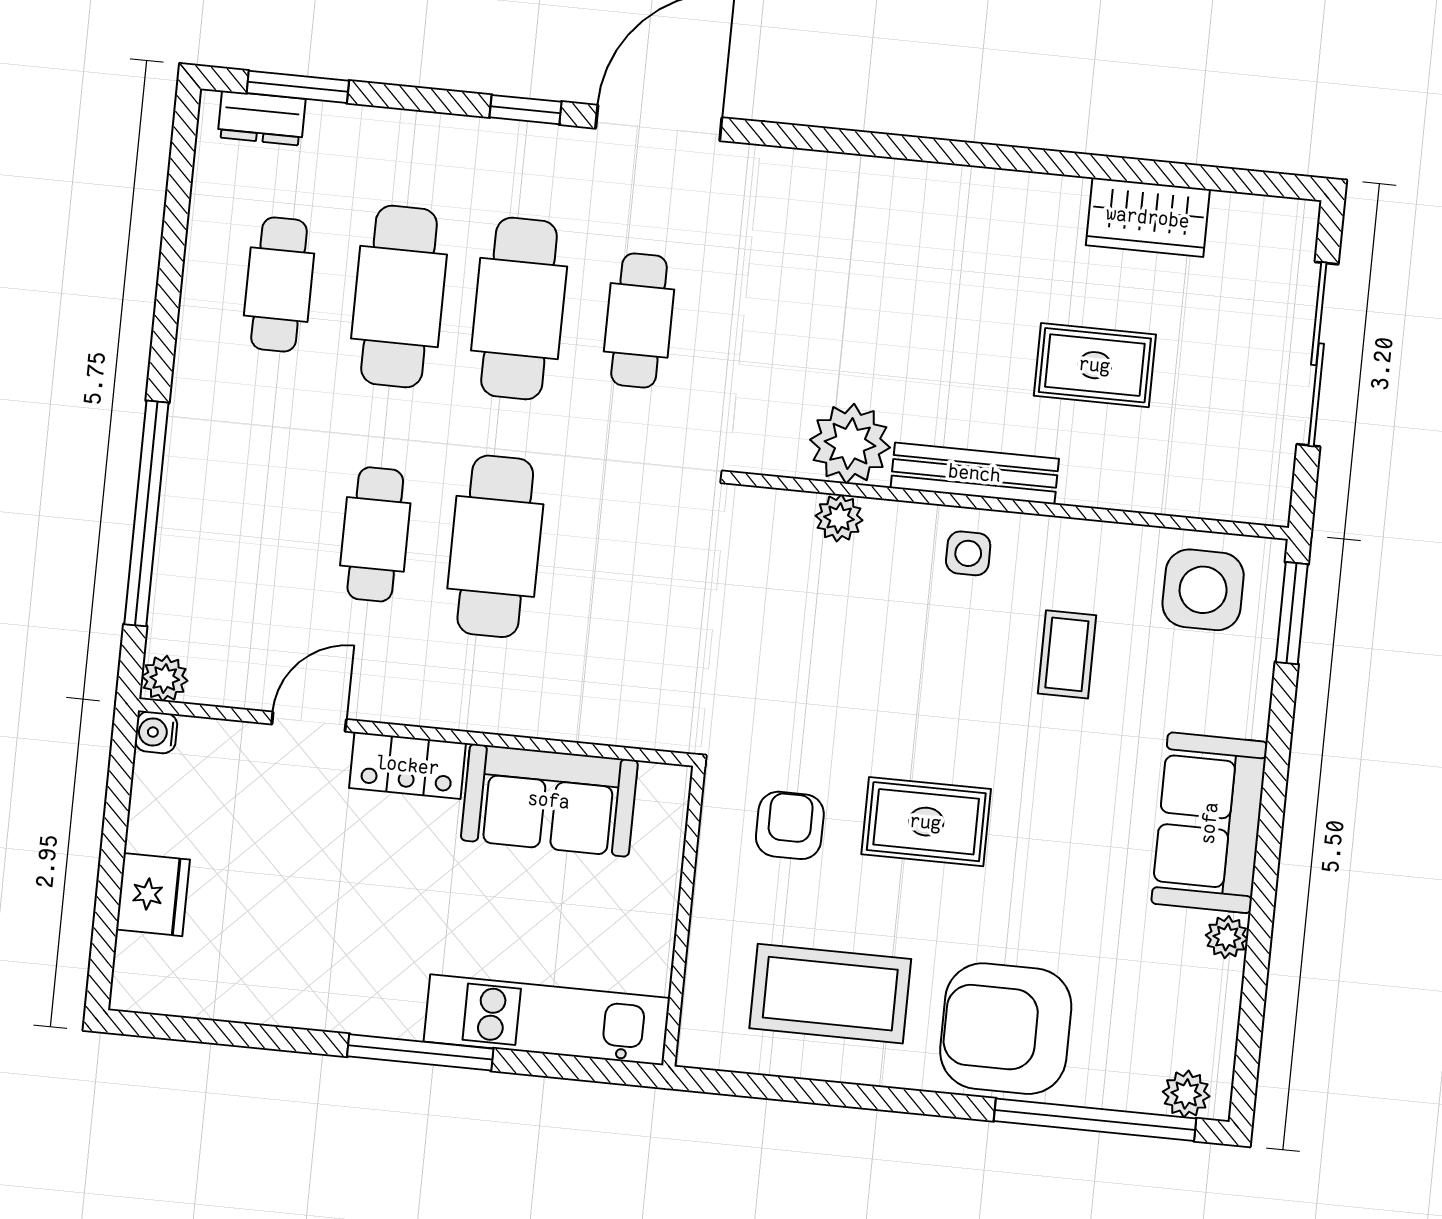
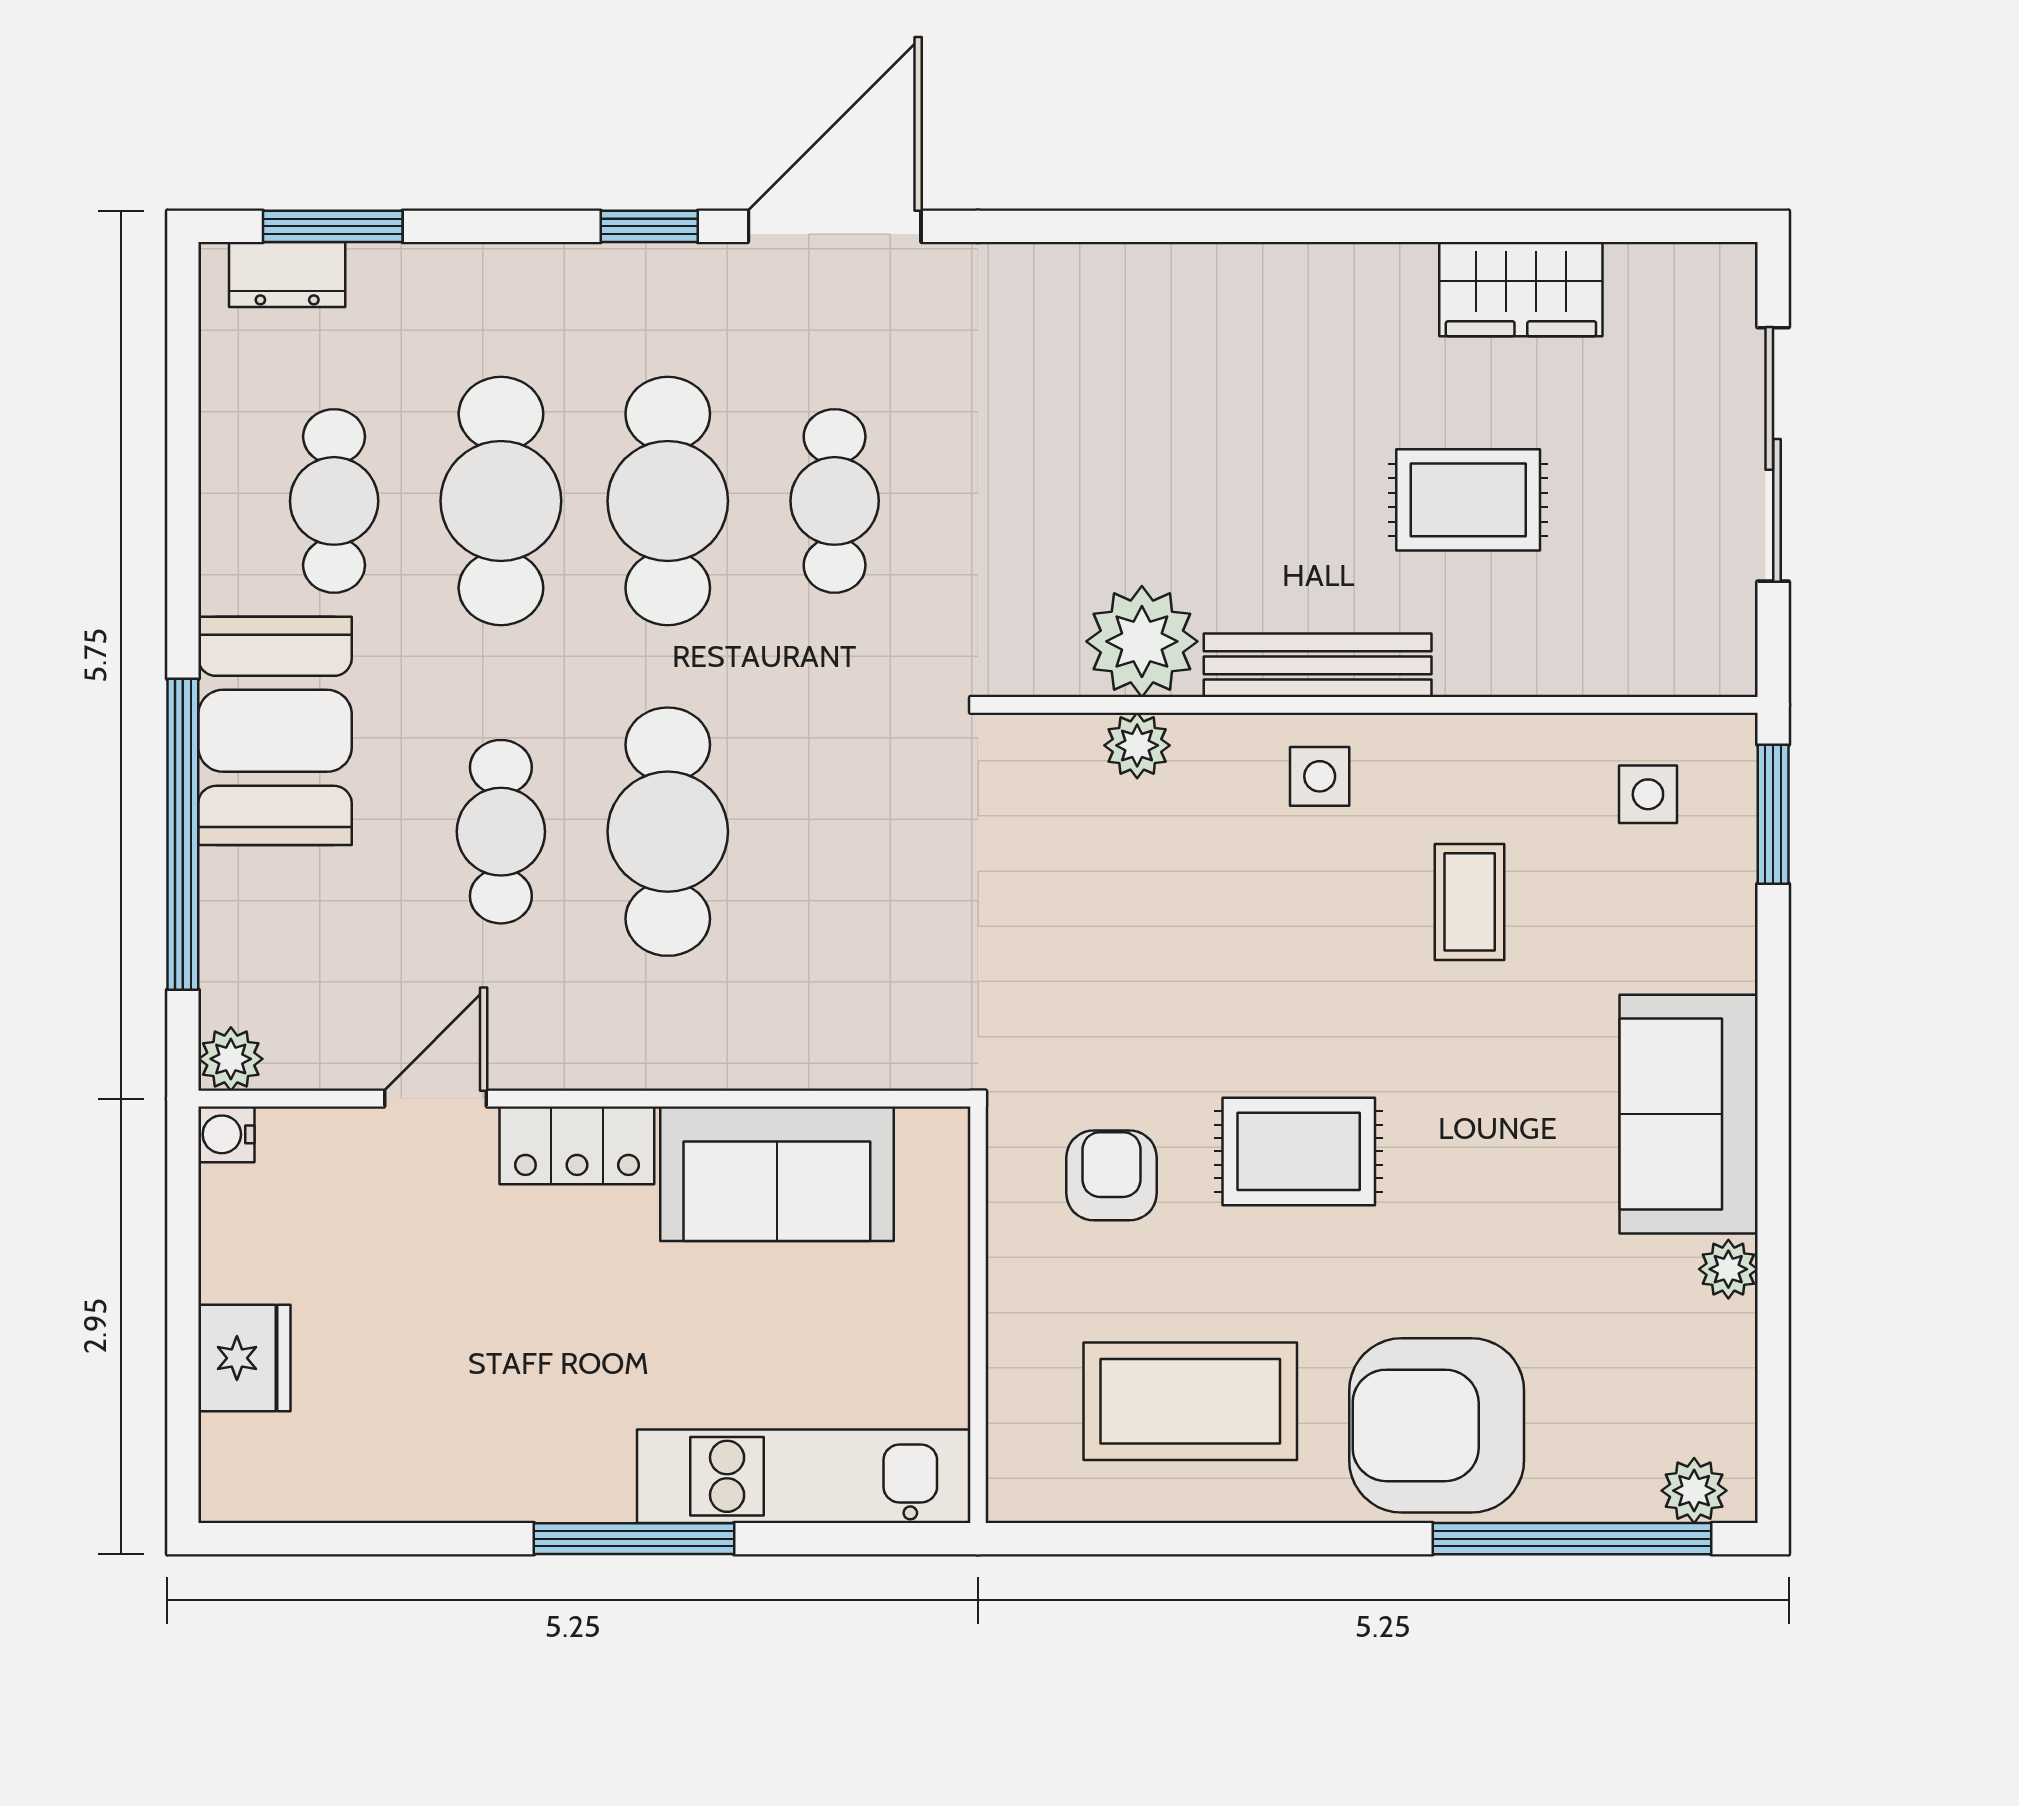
booth: (220, 446) -> (275, 731), added
side table: (1203, 590) -> (1648, 794), width x0.54, depth x0.54

